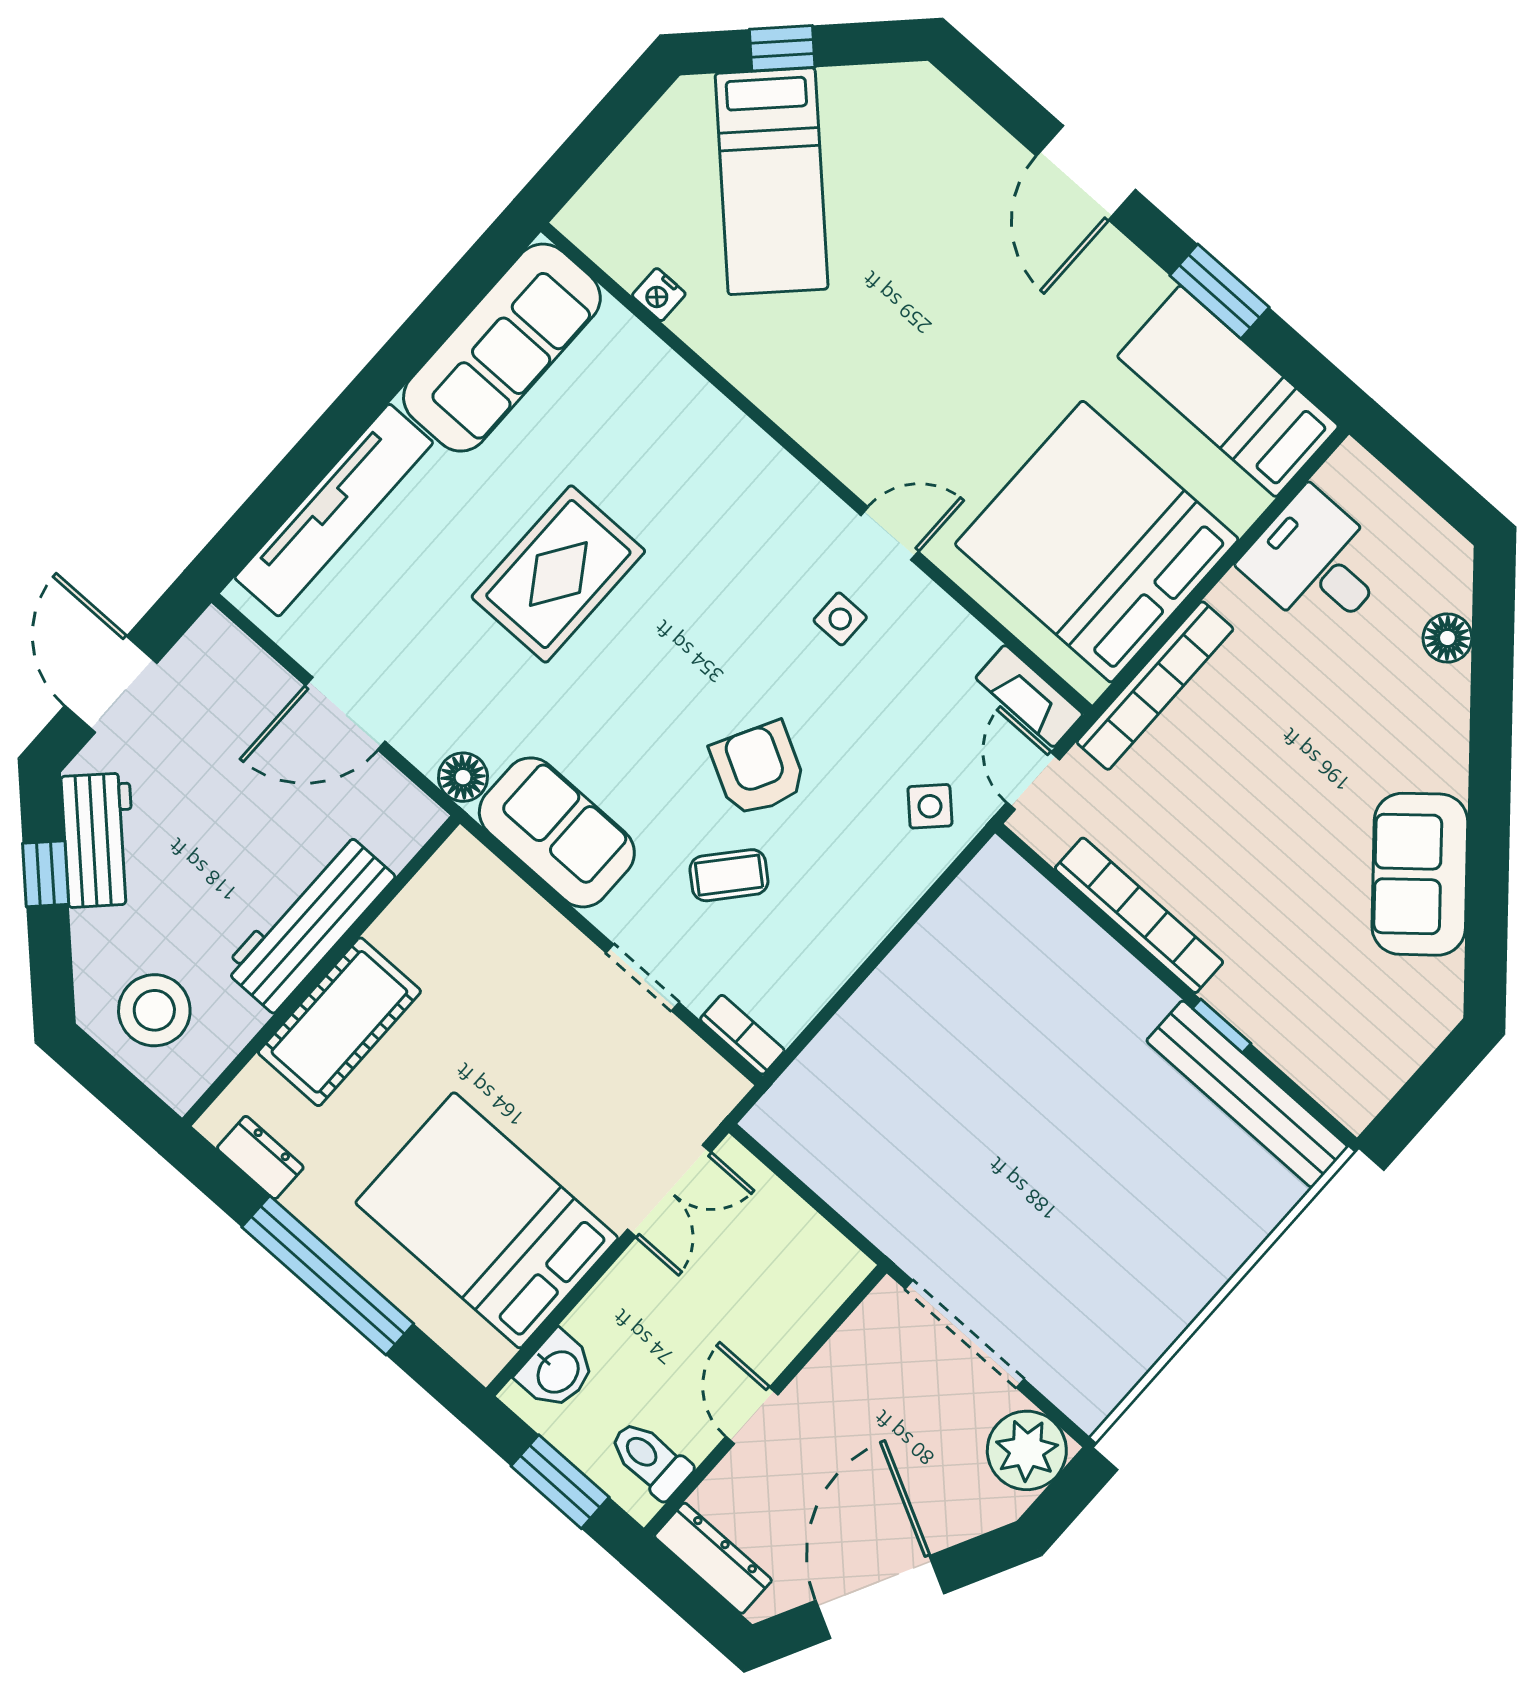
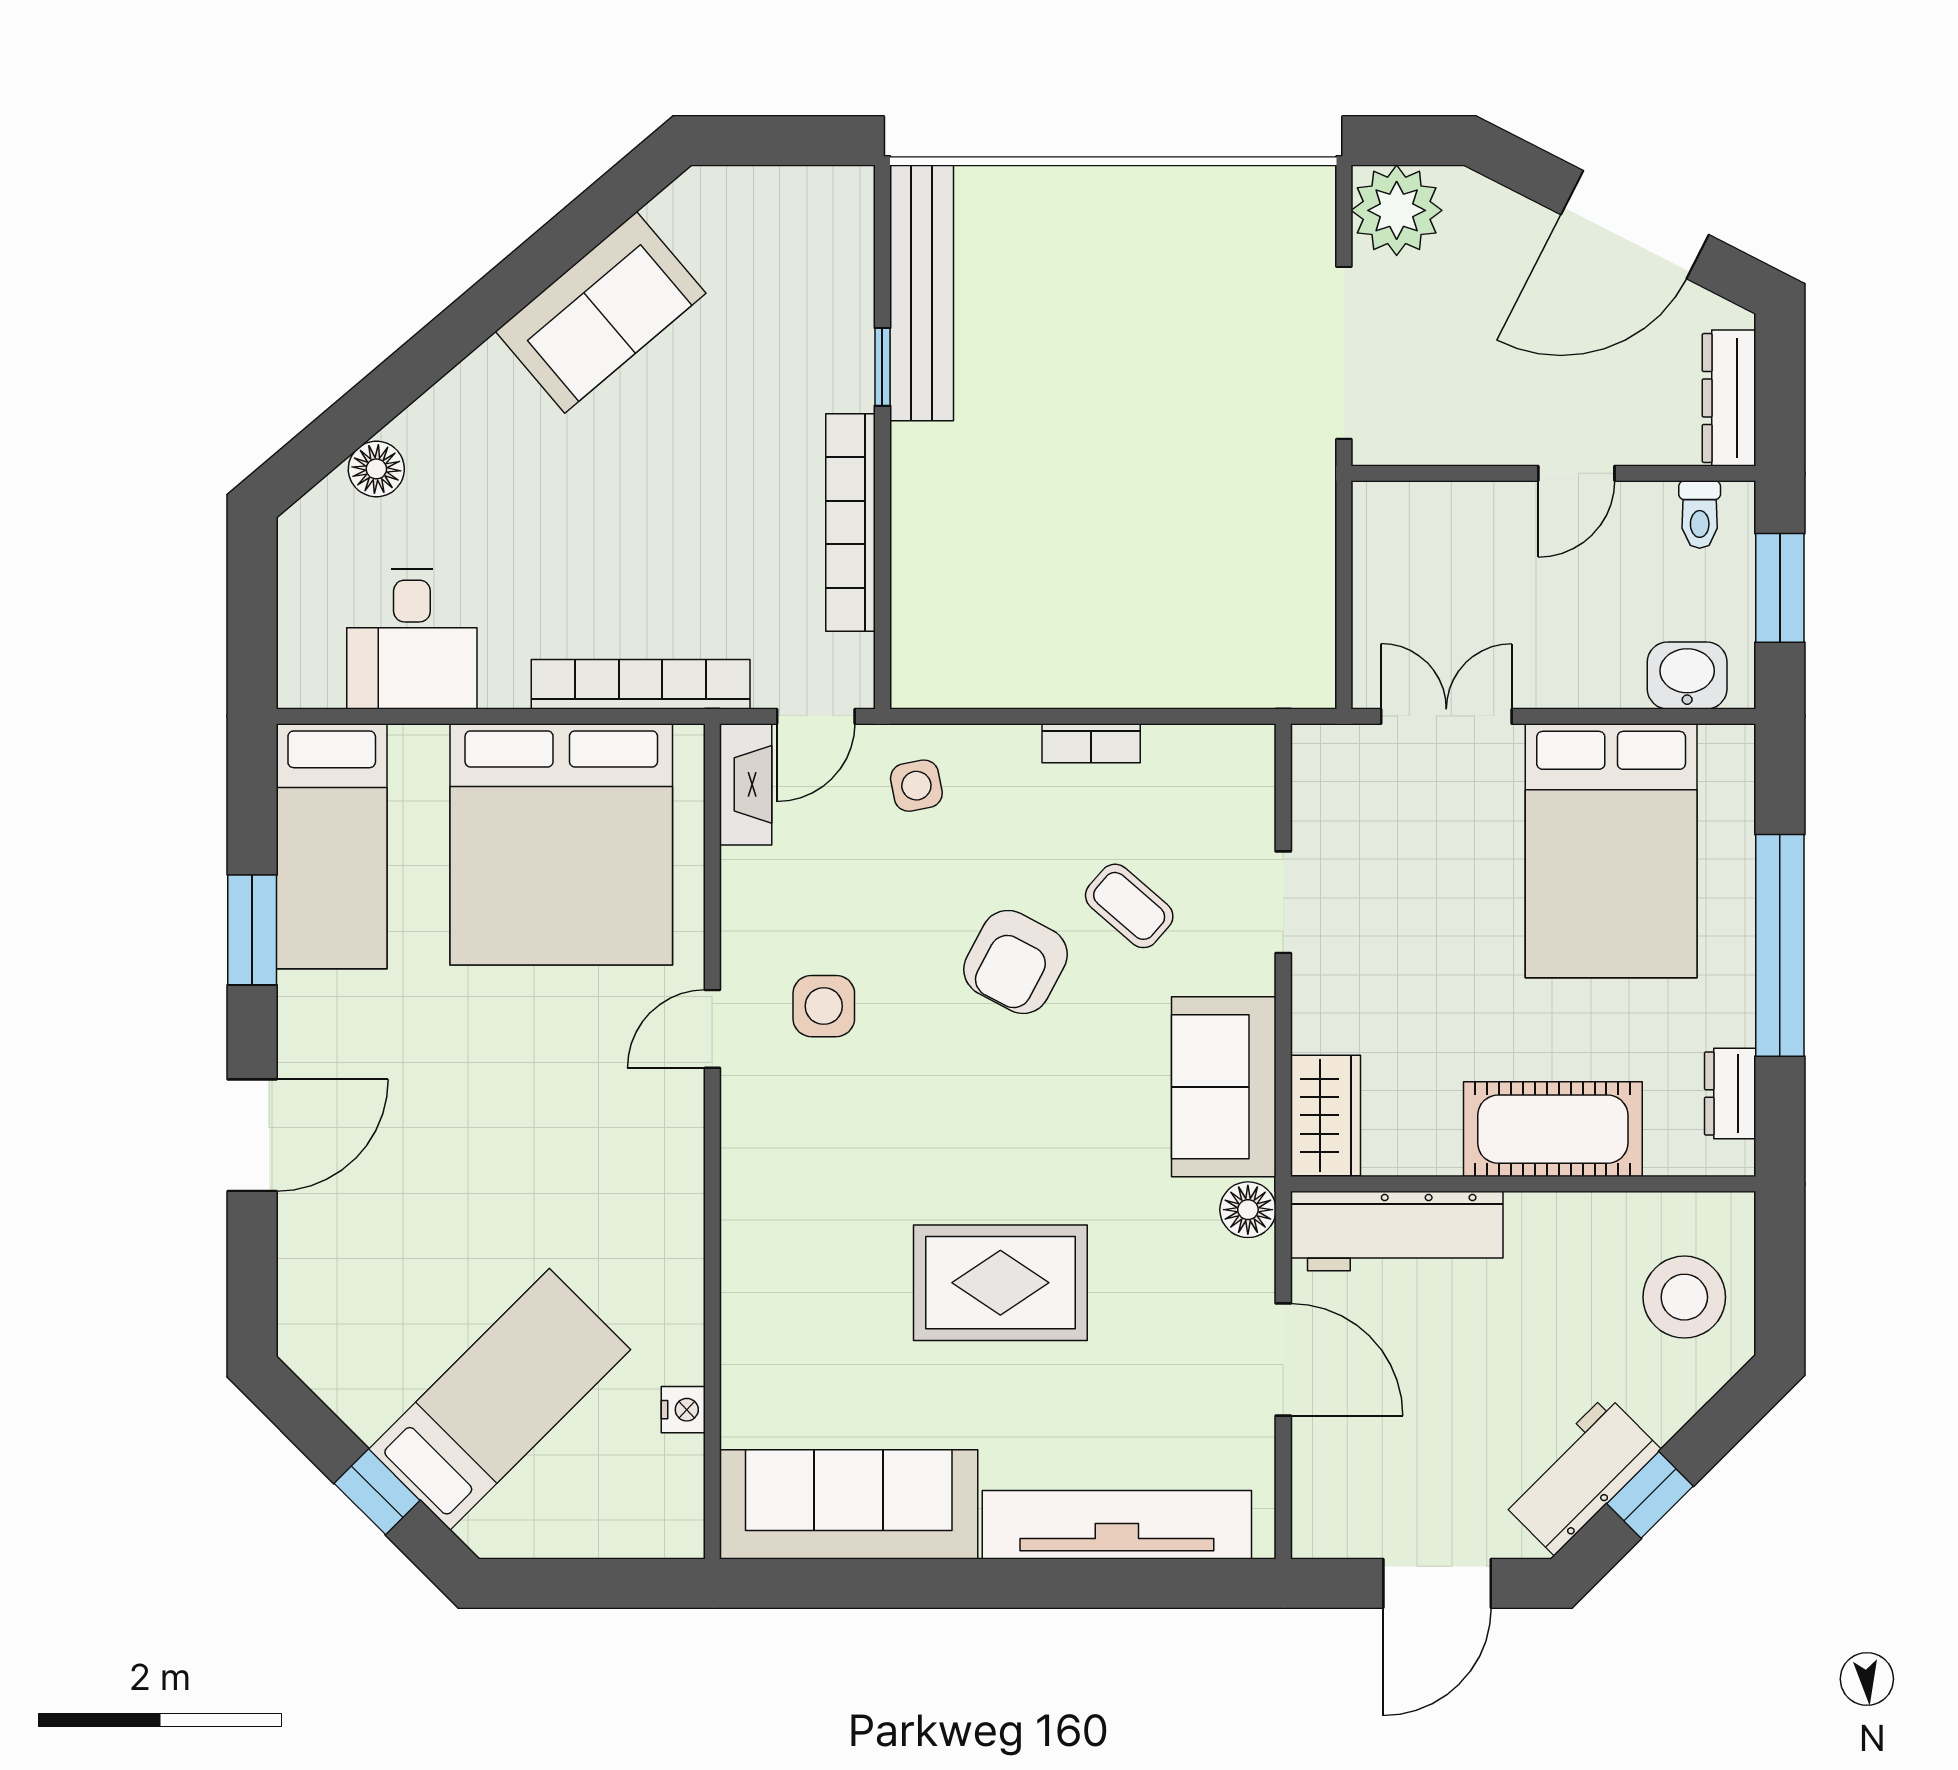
door: (890, 533) -> (712, 1029), hinge flipped
side table: (840, 619) -> (824, 1006), width x1.37, depth x1.37
side table: (930, 806) -> (916, 786), turned 34
wardrobe: (479, 882) -> (1325, 1115), added
workbench: (309, 922) -> (1397, 1231), moved
bookcase: (742, 1035) -> (1091, 743), moved, turned -90
toilet: (650, 1459) -> (1700, 515), width x0.73, depth x0.72

